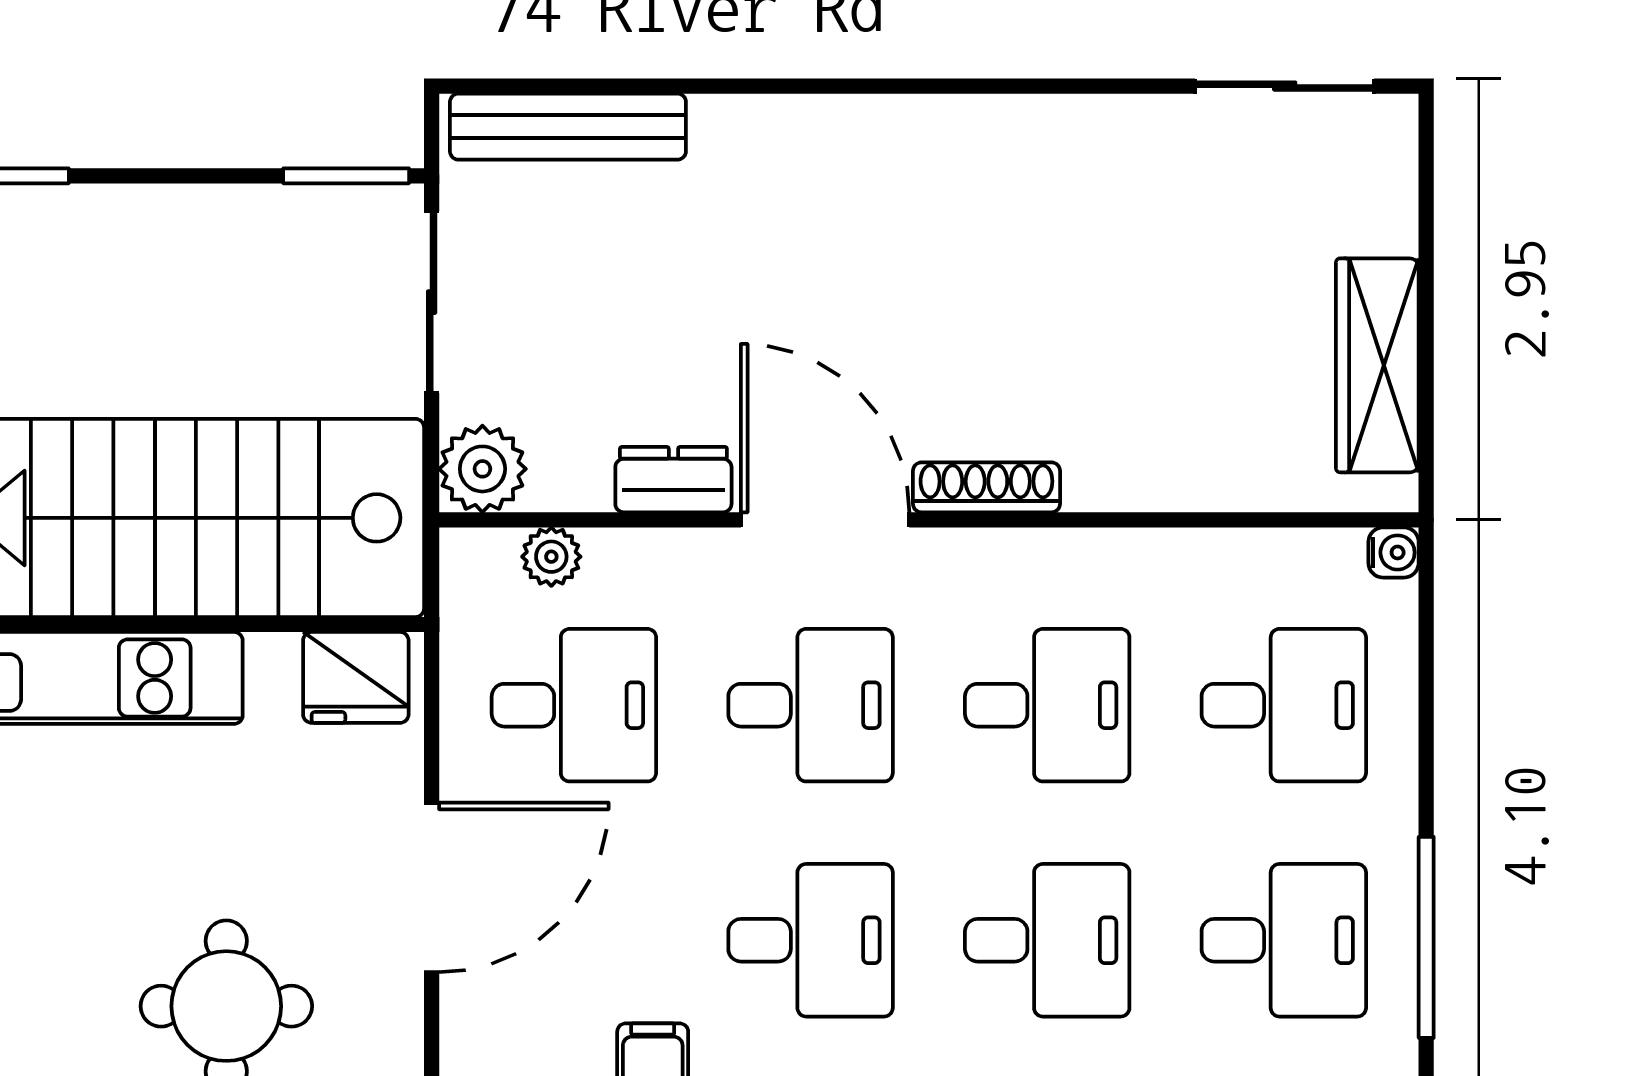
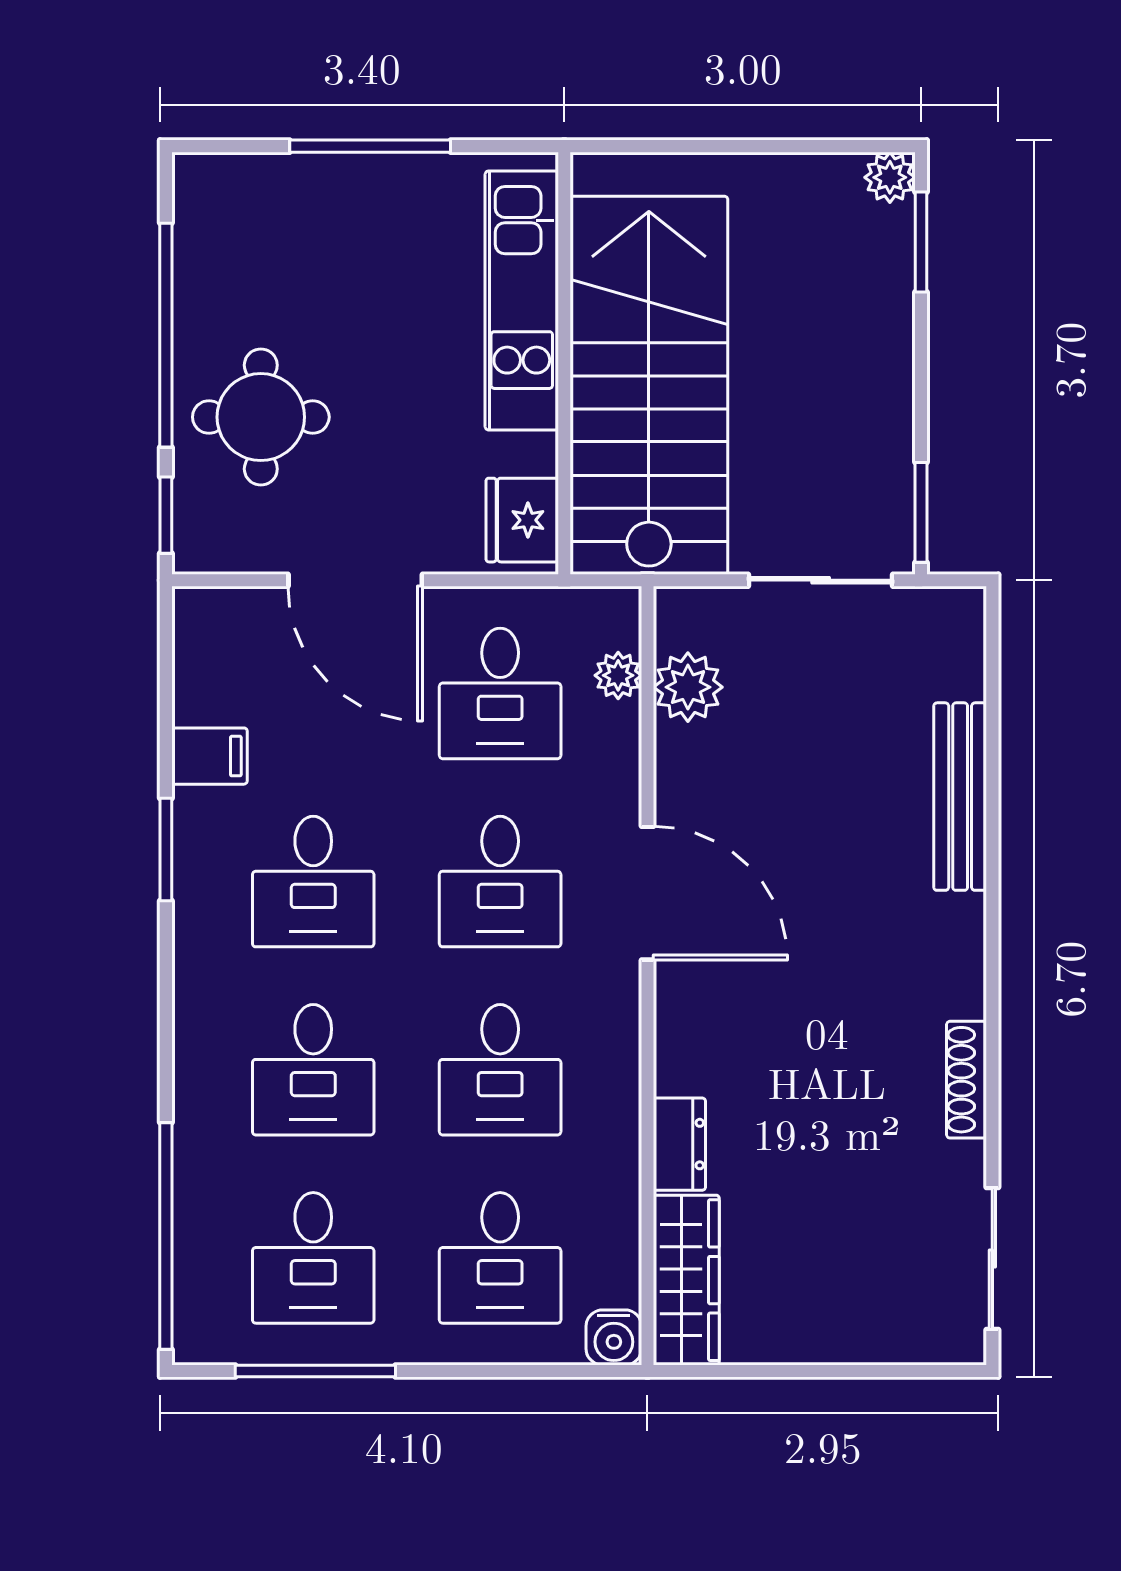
bench: (568, 127) -> (960, 797), moved
wardrobe: (1377, 365) -> (686, 1280), moved, turned 90
plant: (482, 469) -> (688, 687), moved
dresser: (673, 480) -> (679, 1144), moved
shoe rack: (986, 487) -> (967, 1080), moved, turned 180
door: (825, 520) -> (647, 893), hinge flipped
water cooler: (1394, 552) -> (614, 1337), width x1.38, depth x1.38

